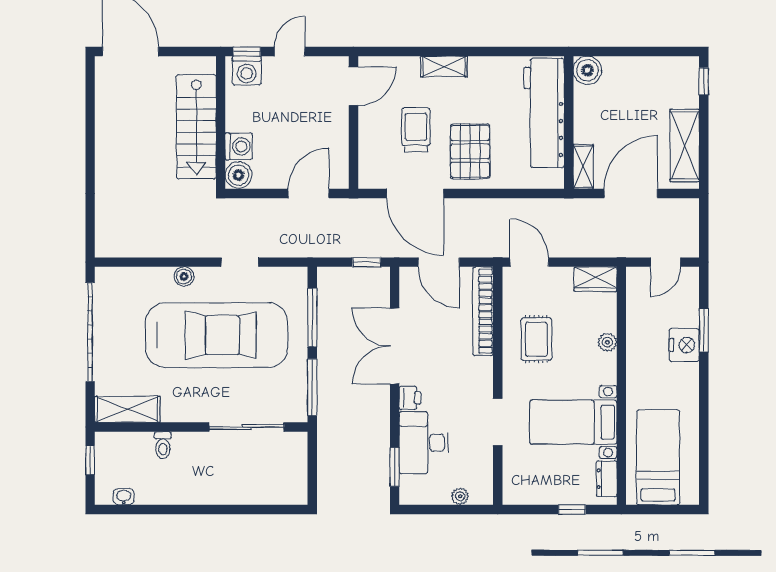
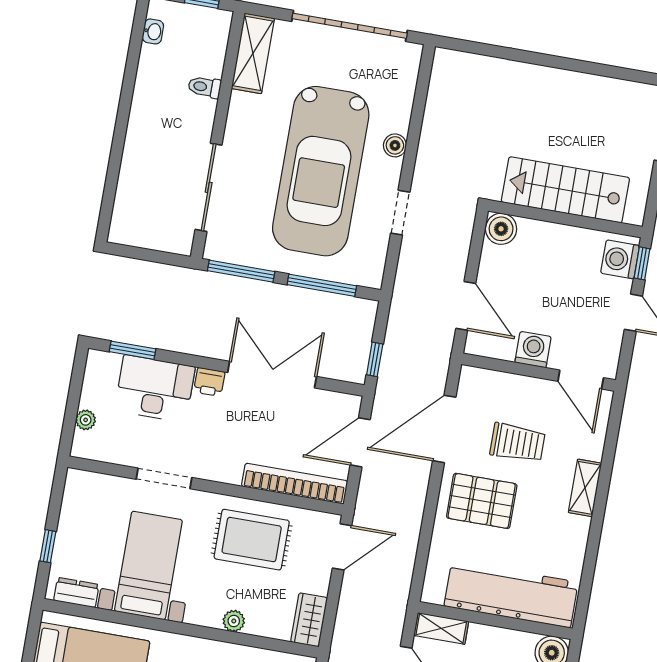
washing machine: (239, 146) -> (533, 350), moved, turned 180
rug: (536, 339) -> (252, 540), width x1.36, depth x1.43

